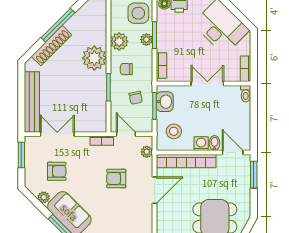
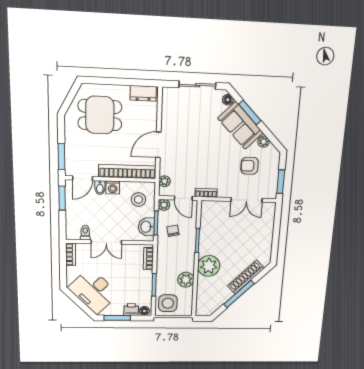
plant: (146, 40) -> (164, 205), moved
chair: (126, 69) -> (180, 256), removed
toilet: (246, 94) -> (85, 233), moved
bench: (32, 102) -> (267, 229), removed
window: (254, 131) -> (62, 198), added
door: (233, 153) -> (82, 178), hinge flipped
armchair: (116, 178) -> (194, 157), removed

